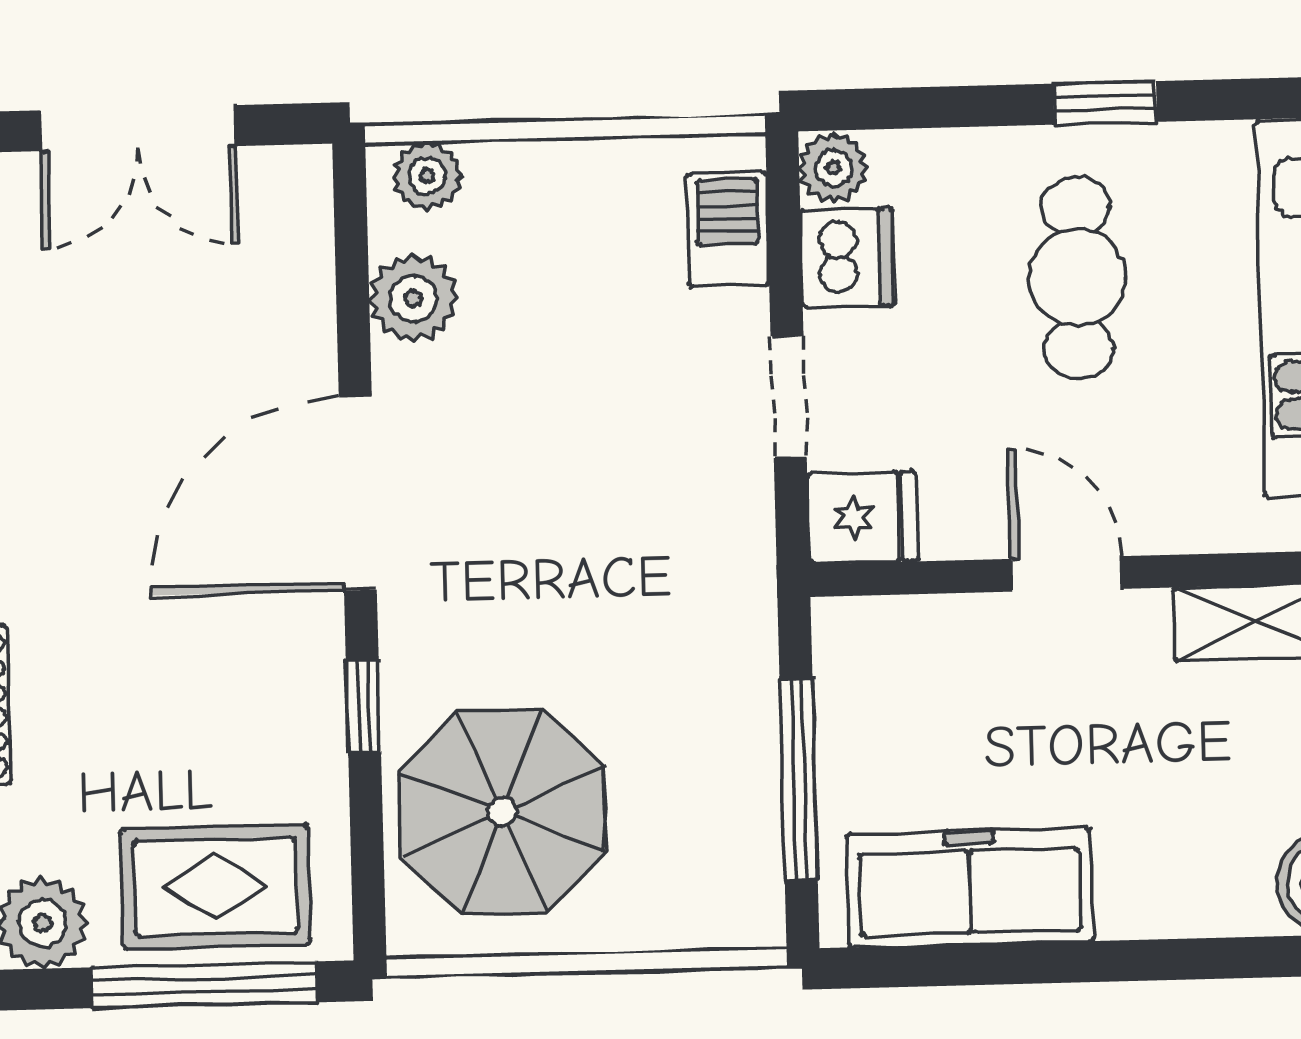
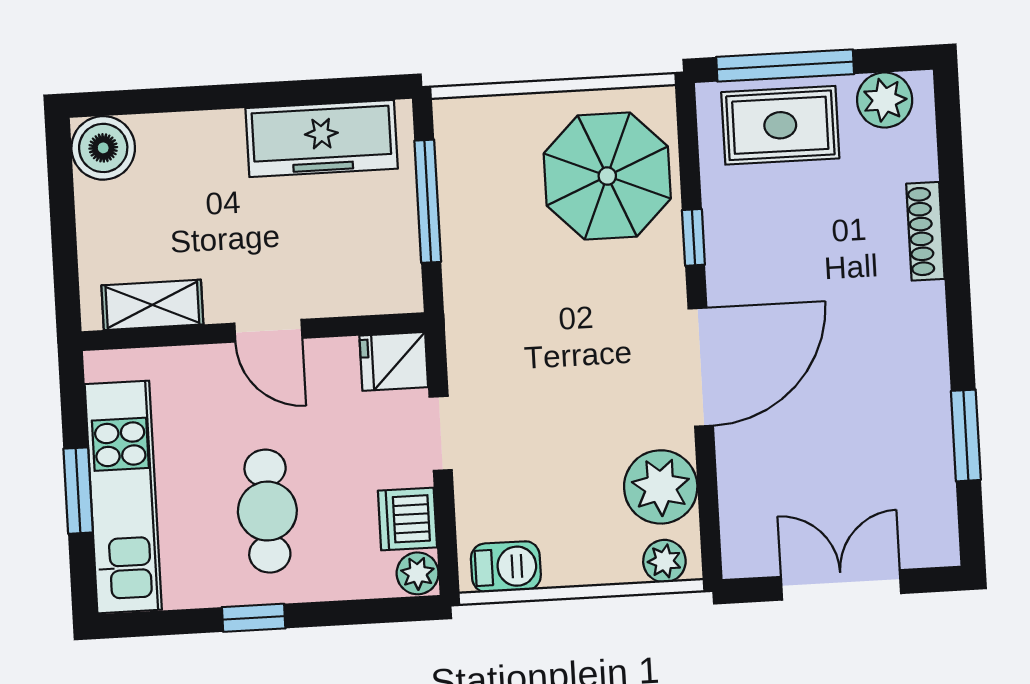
barbecue: (728, 229) -> (506, 567), moved, turned -90
plant: (413, 298) -> (661, 487), width x1.36, depth x1.36

